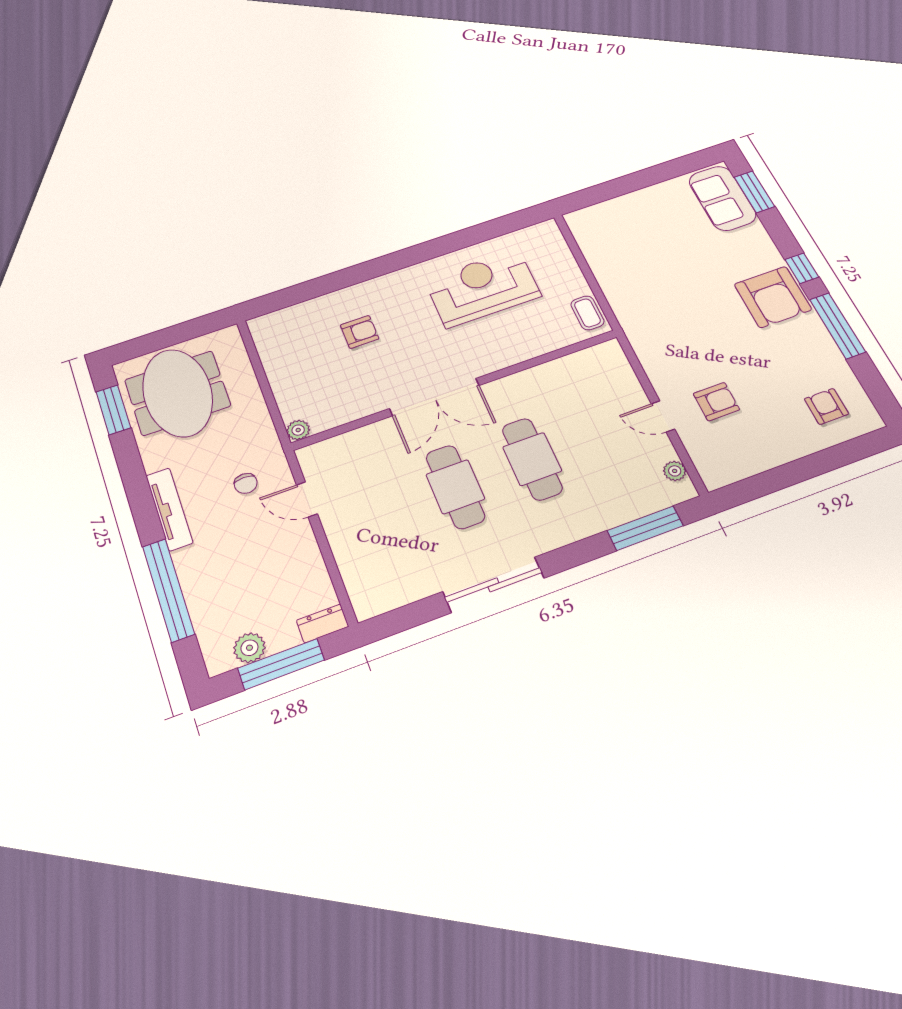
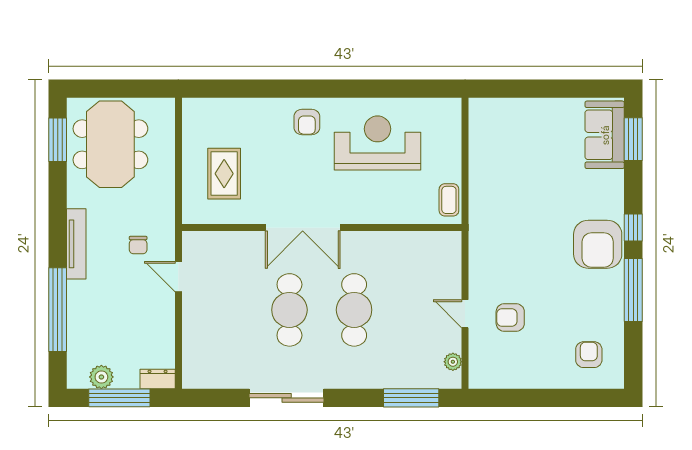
armchair: (360, 332) -> (307, 122), moved, turned 90
rug: (321, 376) -> (224, 174), added
armchair: (716, 402) -> (510, 318), turned 180
plant: (298, 430) -> (191, 215), removed

